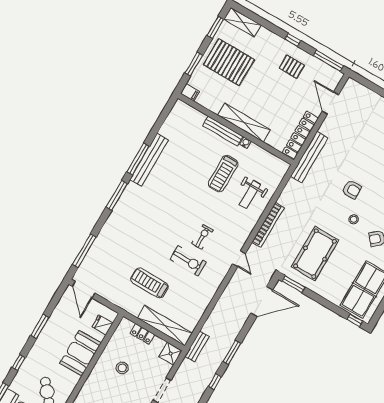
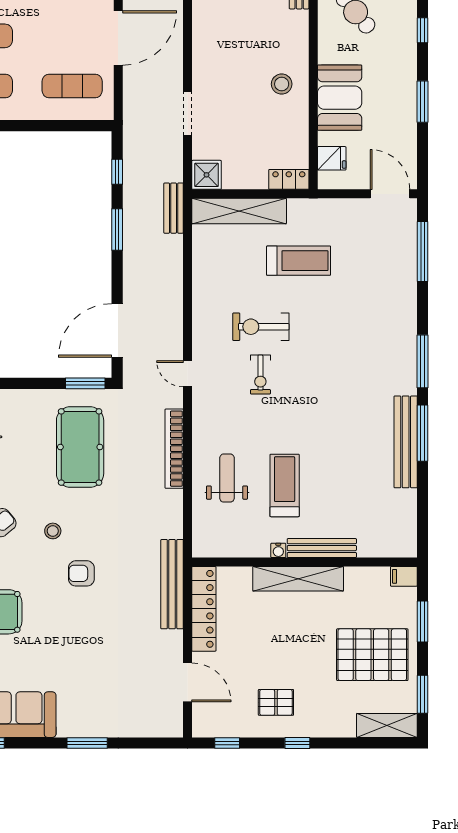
window: (328, 61) -> (227, 743), width x0.46
locker: (142, 334) -> (289, 179), moved
stool: (122, 368) -> (282, 84), moved

